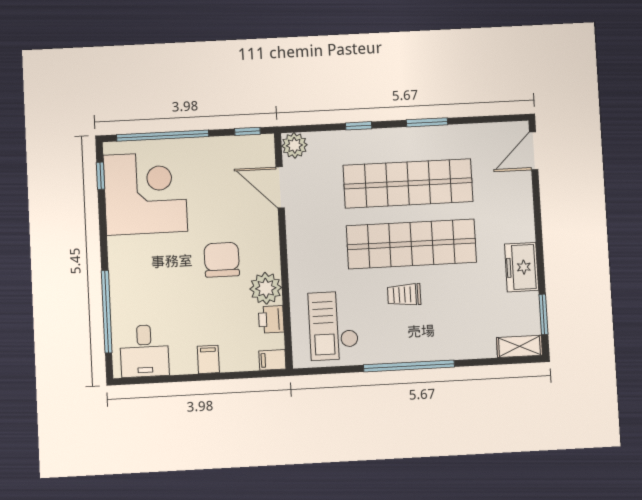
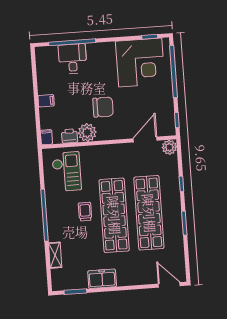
checkout: (333, 326) -> (67, 172), turned 90
shelving: (519, 346) -> (55, 255), moved
desk: (144, 351) -> (73, 59), moved, turned 90

